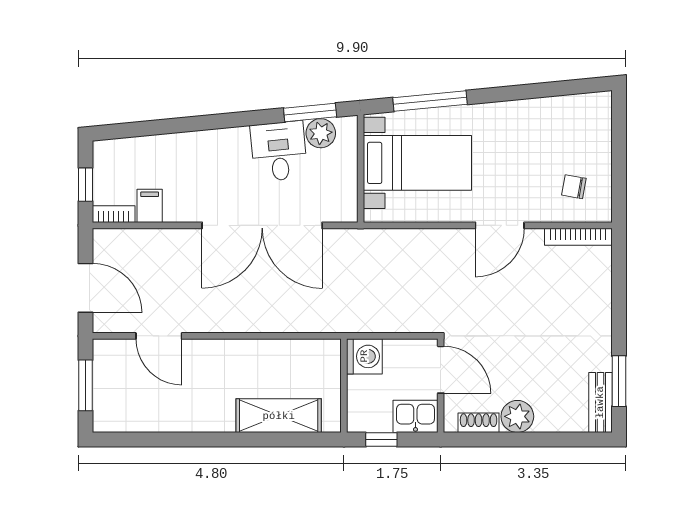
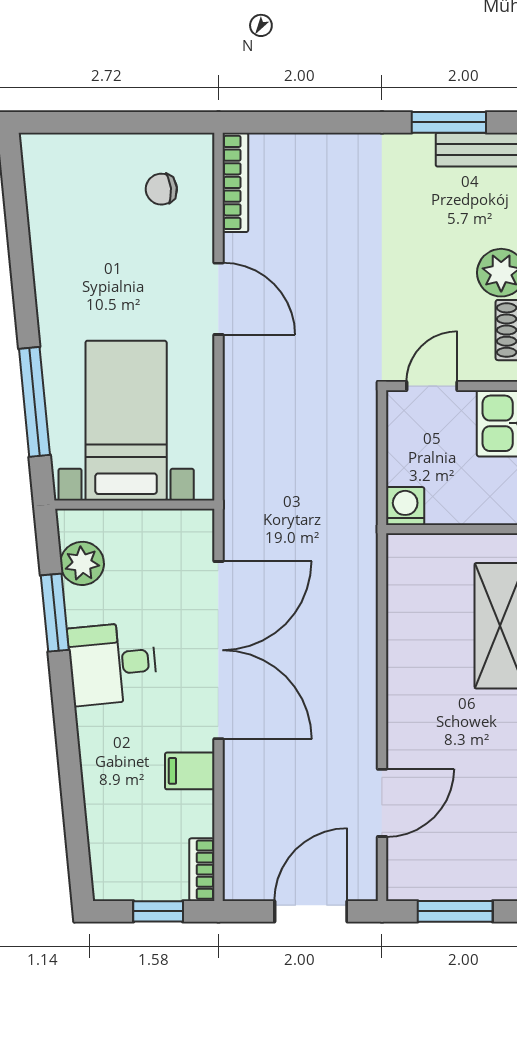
window: (310, 113) -> (55, 613), moved
desk: (279, 151) -> (113, 664), moved
chair: (574, 187) -> (161, 189), turned 74
filing cabinet: (150, 206) -> (190, 771), moved
washing machine: (364, 356) -> (405, 506), width x0.73, depth x0.73
door: (441, 370) -> (432, 386), width x0.73

